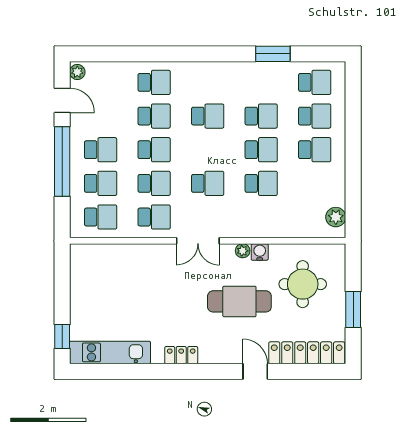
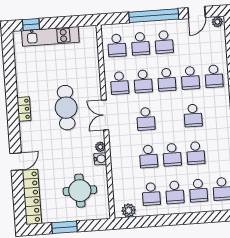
school desk: (315, 183) -> (151, 194), added
cafe table: (239, 301) -> (66, 108), moved
kitchen unit: (110, 352) -> (50, 36), moved, turned 90

